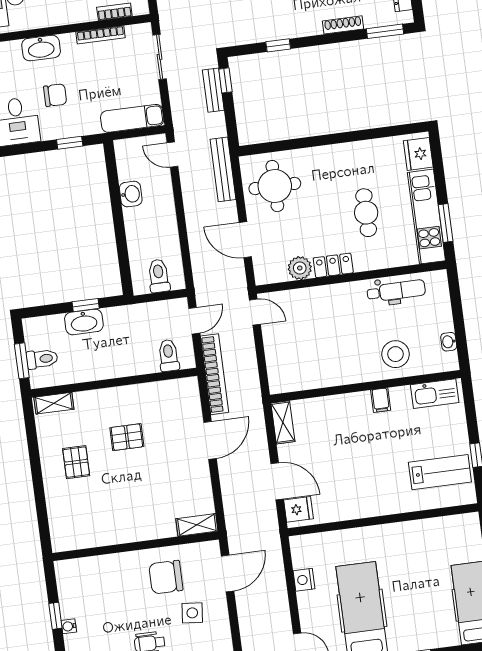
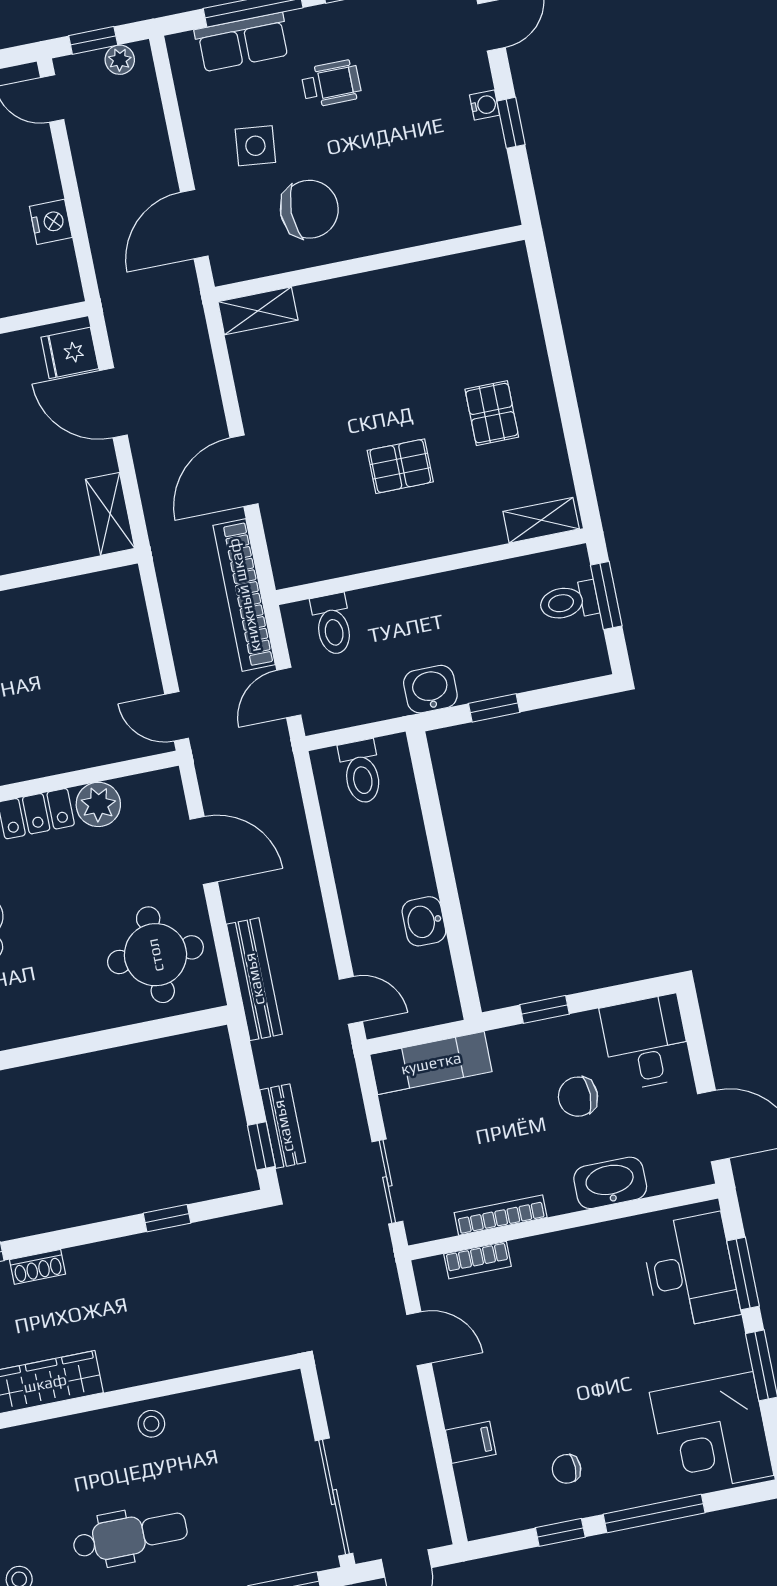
shoe rack: (343, 25) -> (37, 1267), width x0.70
washbasin: (84, 322) -> (430, 689), moved, width x0.72

